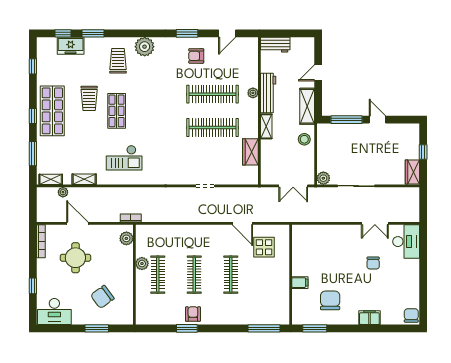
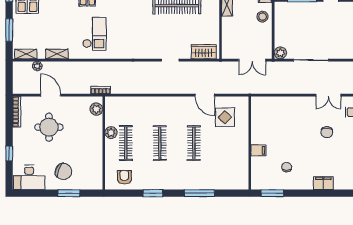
wardrobe: (250, 152) -> (204, 52), moved, turned 90
checkout: (124, 158) -> (94, 34), turned -90
chair: (102, 297) -> (63, 171), moved, turned -121
chair: (330, 300) -> (287, 167), width x0.54, depth x0.54
armchair: (193, 314) -> (124, 177), moved
window: (264, 328) -> (199, 193), moved

